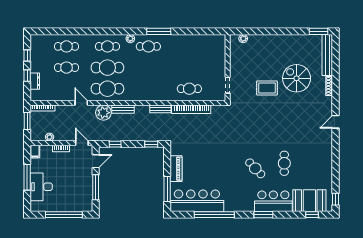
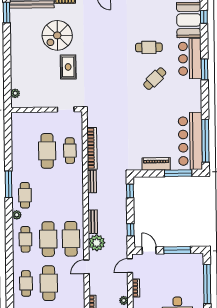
cafe table: (66, 68) -> (49, 283), width x1.37, depth x1.35
cafe table: (189, 68) -> (47, 151), added
window: (214, 215) -> (205, 141), moved

